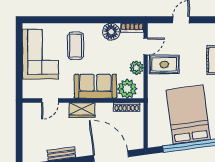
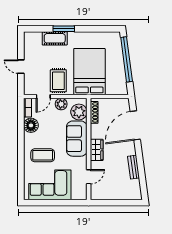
door: (146, 46) -> (43, 97), swing flipped
door: (50, 100) -> (89, 177), hinge flipped
bed: (188, 115) -> (89, 72), moved, turned 98

